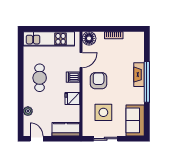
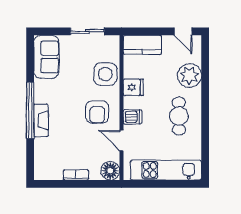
door: (81, 60) -> (121, 141), hinge flipped
plant: (28, 111) -> (189, 75), width x1.87, depth x1.87
side table: (103, 112) -> (105, 74), moved

